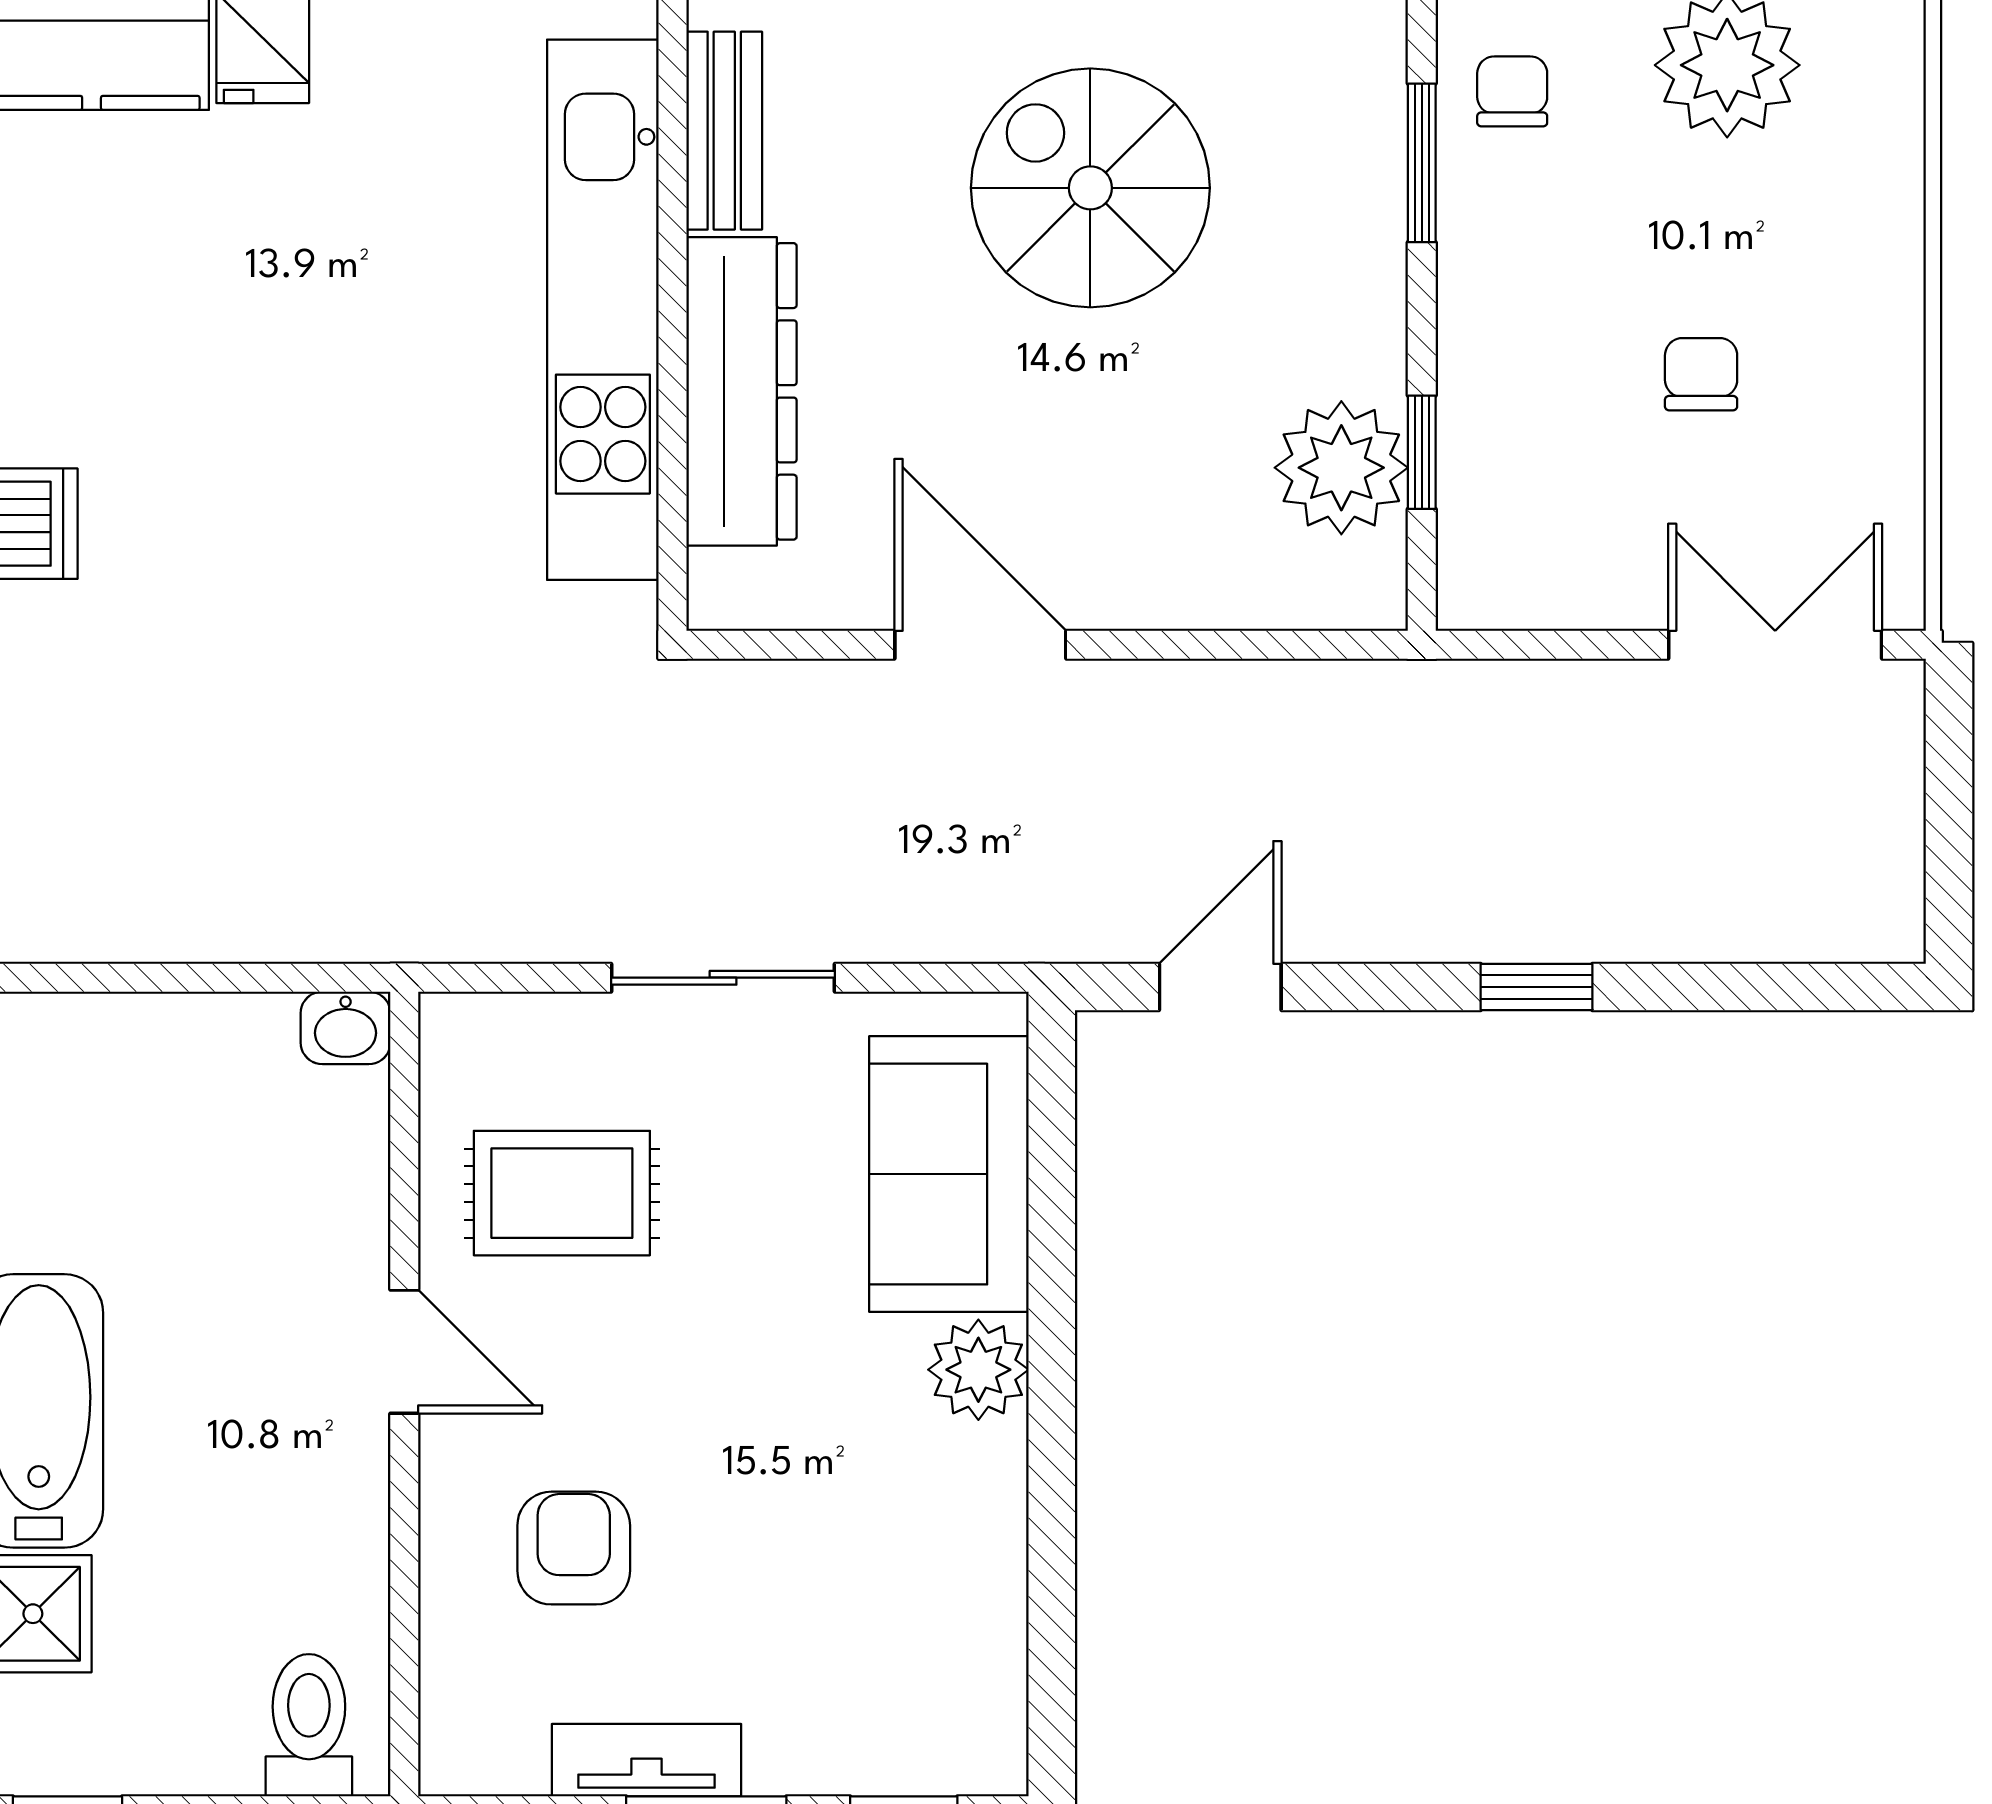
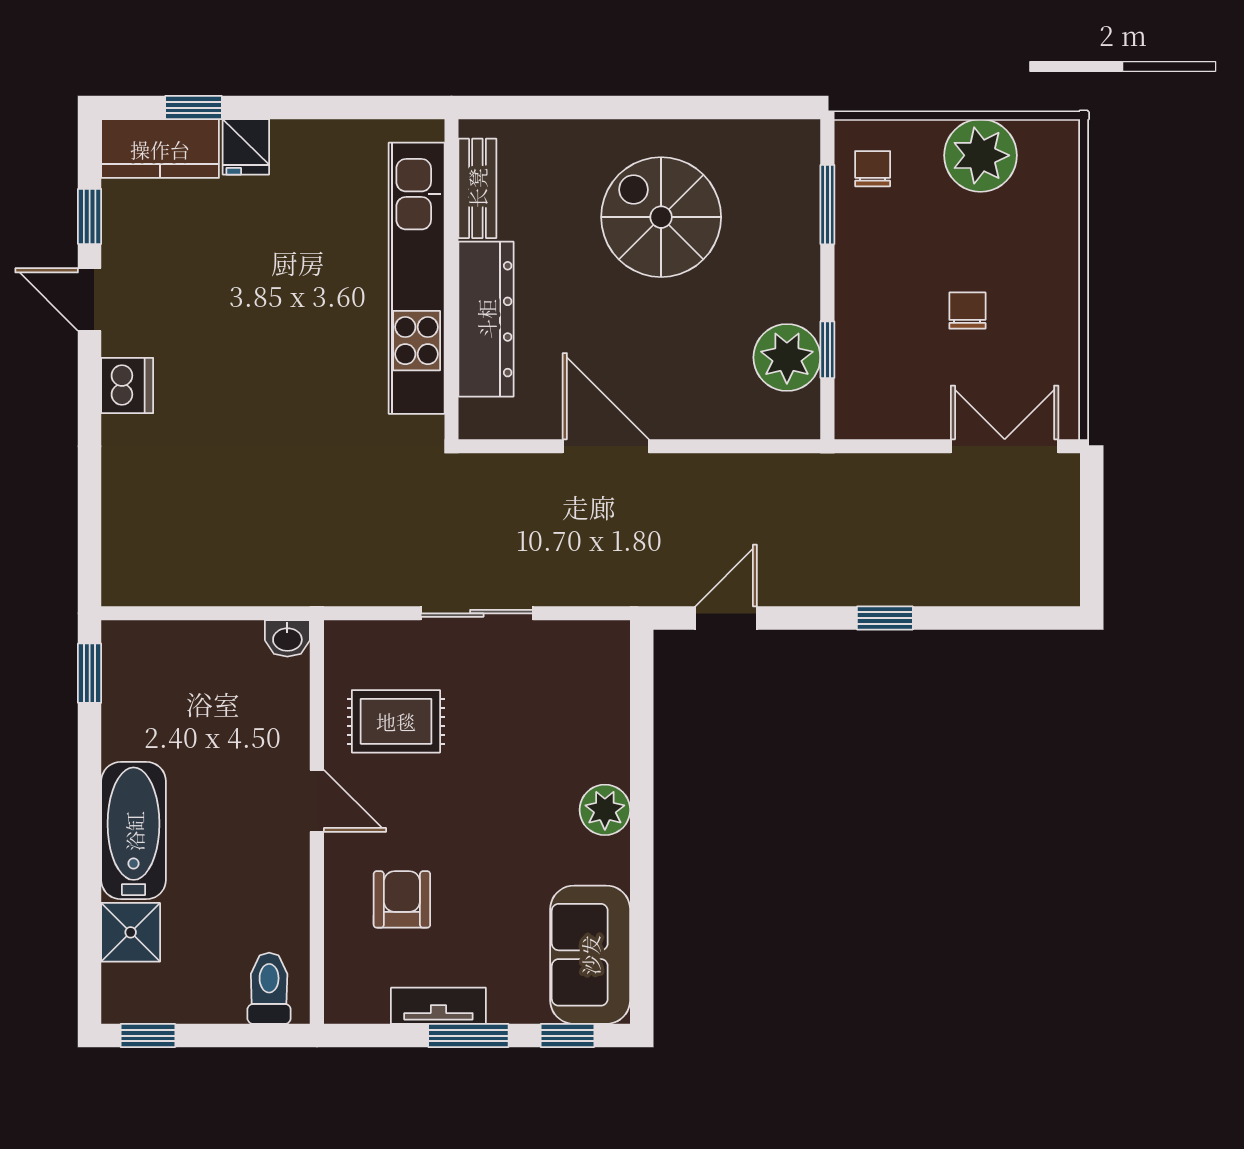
sofa: (949, 1174) -> (590, 955), moved

